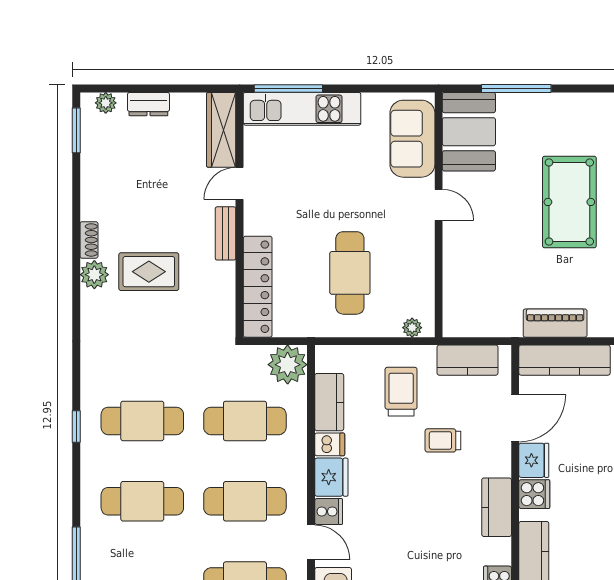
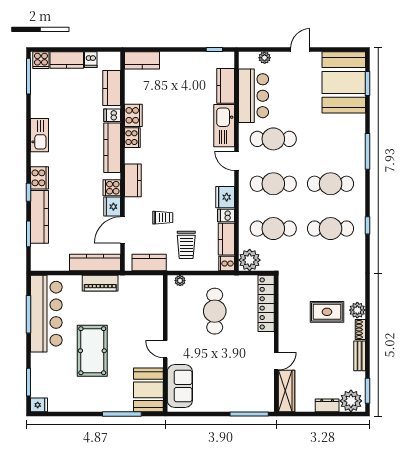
plant: (106, 103) -> (351, 401), width x1.88, depth x1.88
kitchen unit: (302, 109) -> (241, 403), removed
bench: (225, 233) -> (360, 356), moved
cooker: (329, 511) -> (227, 264), moved

